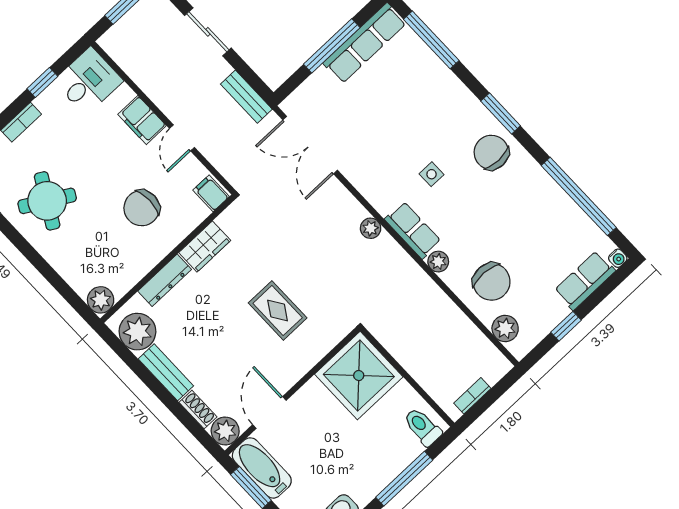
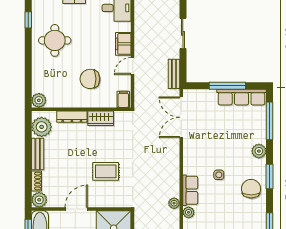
plant: (455, 93) -> (259, 151), added
round table: (47, 201) -> (55, 40), turned -30
plant: (371, 228) -> (174, 203), moved
rug: (278, 310) -> (106, 171), turned 90
door: (269, 413) -> (76, 209), moved

